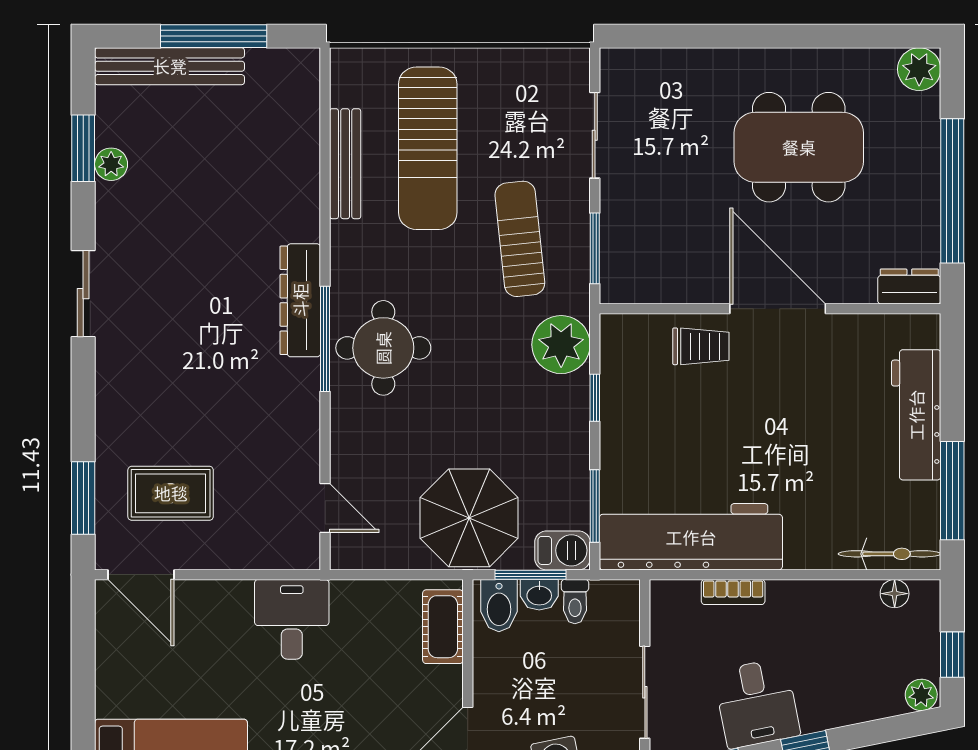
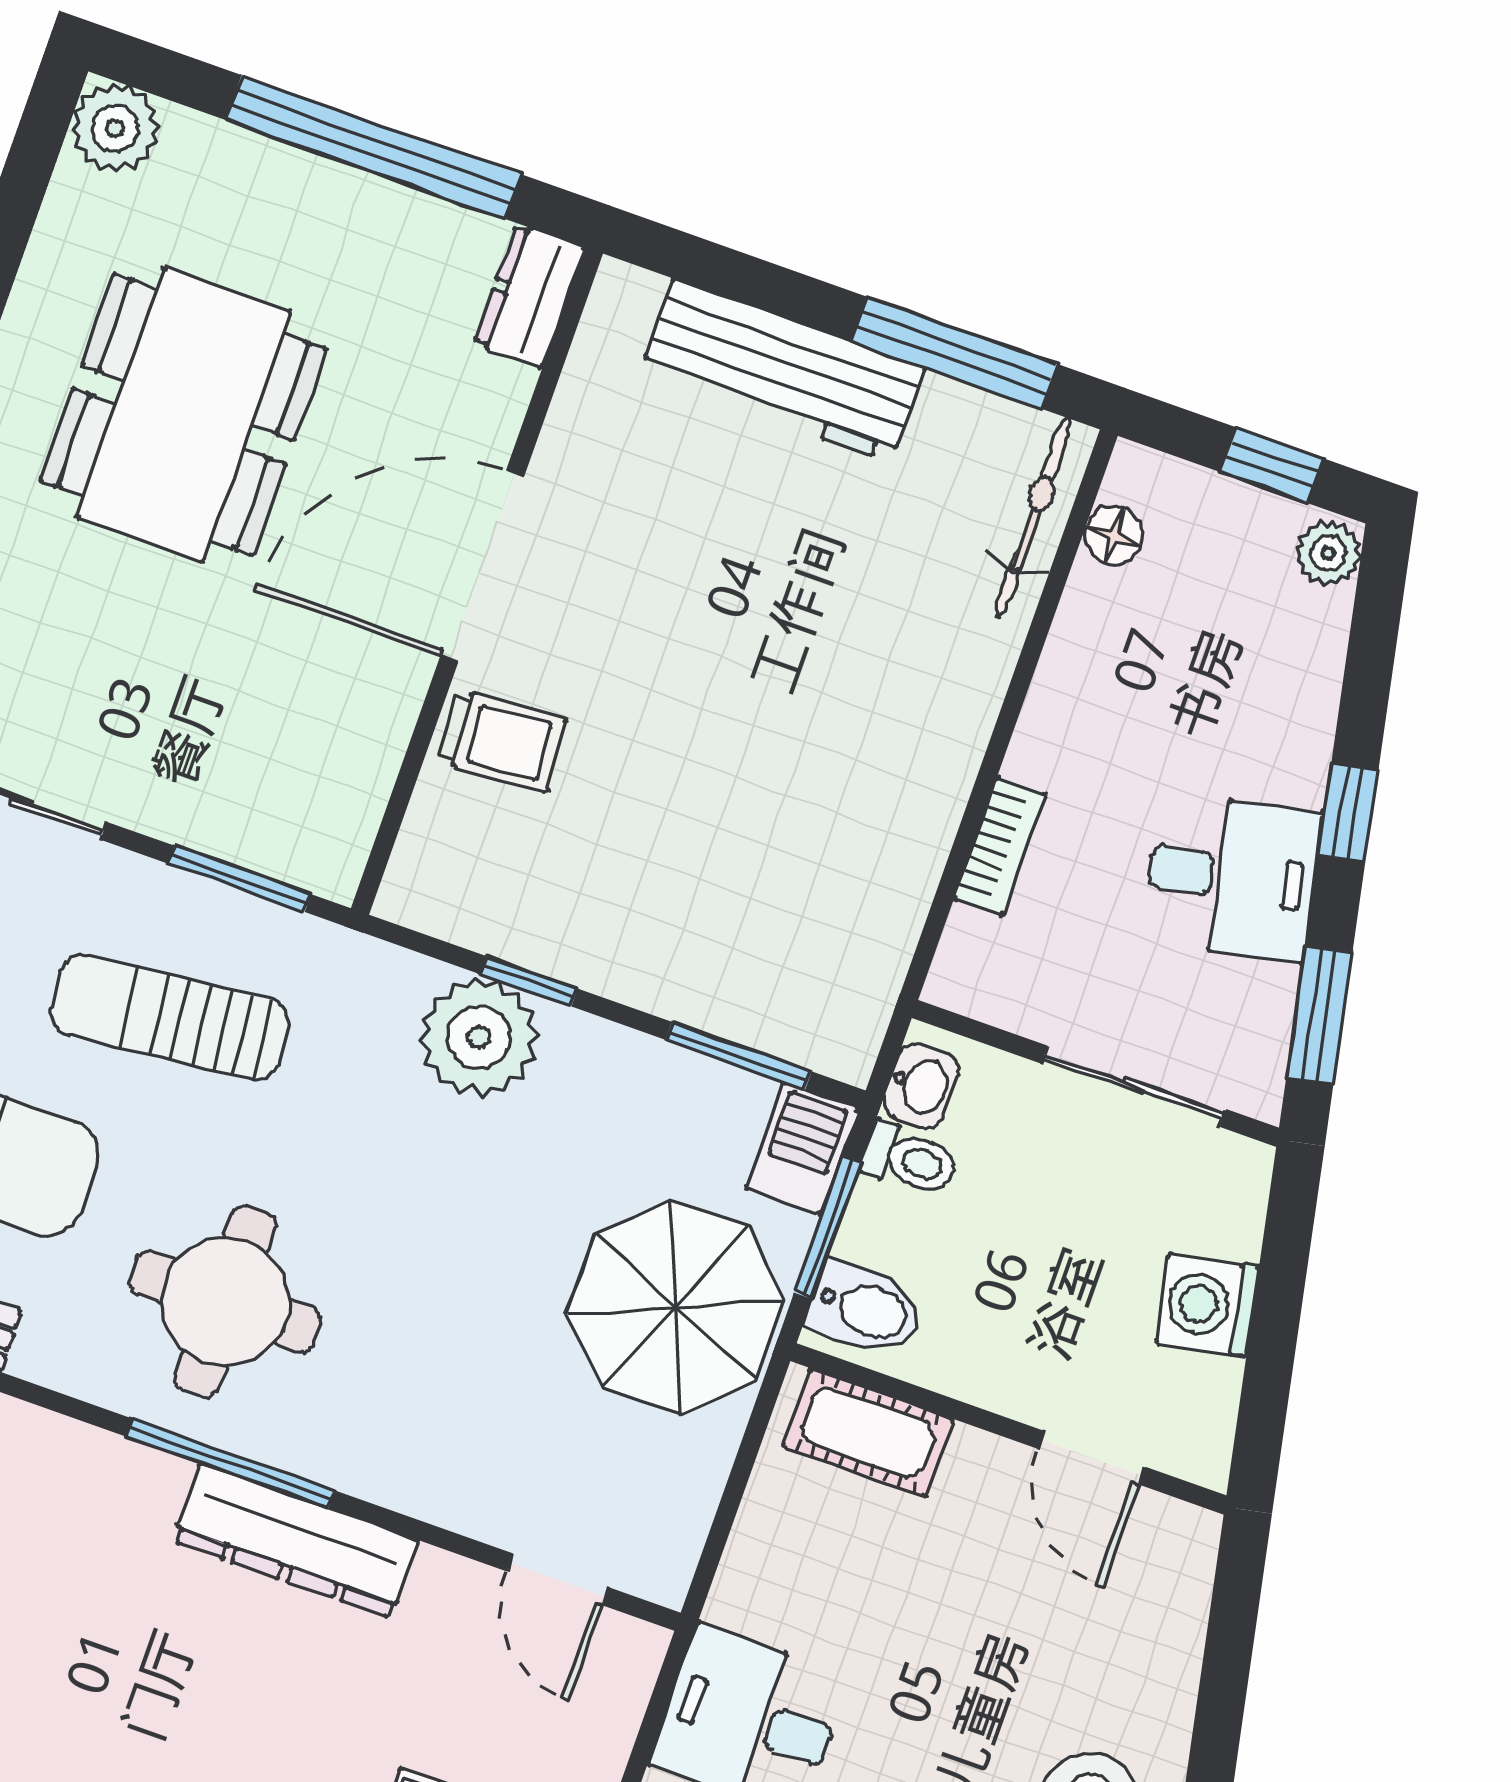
dresser: (300, 300) -> (296, 1541), moved
plant: (561, 345) -> (479, 1037), moved
trolley: (701, 346) -> (502, 741), turned 86
round table: (383, 348) -> (225, 1301), moved
door: (325, 508) -> (557, 1579), swing flipped
workbench: (691, 537) -> (864, 891), removed
washbasin: (539, 595) -> (921, 1086), moved

